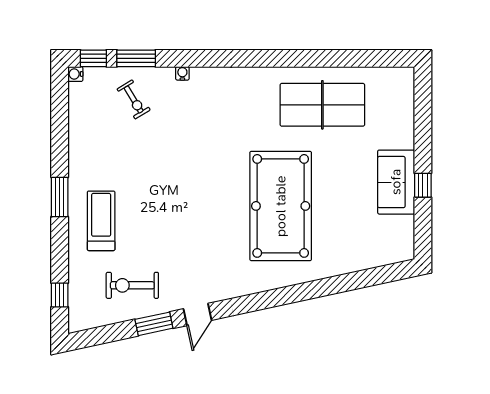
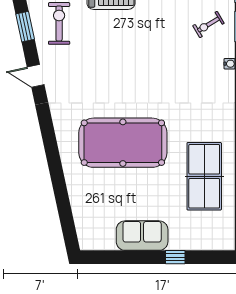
window: (423, 185) -> (175, 257), moved
window: (154, 324) -> (25, 27), moved

